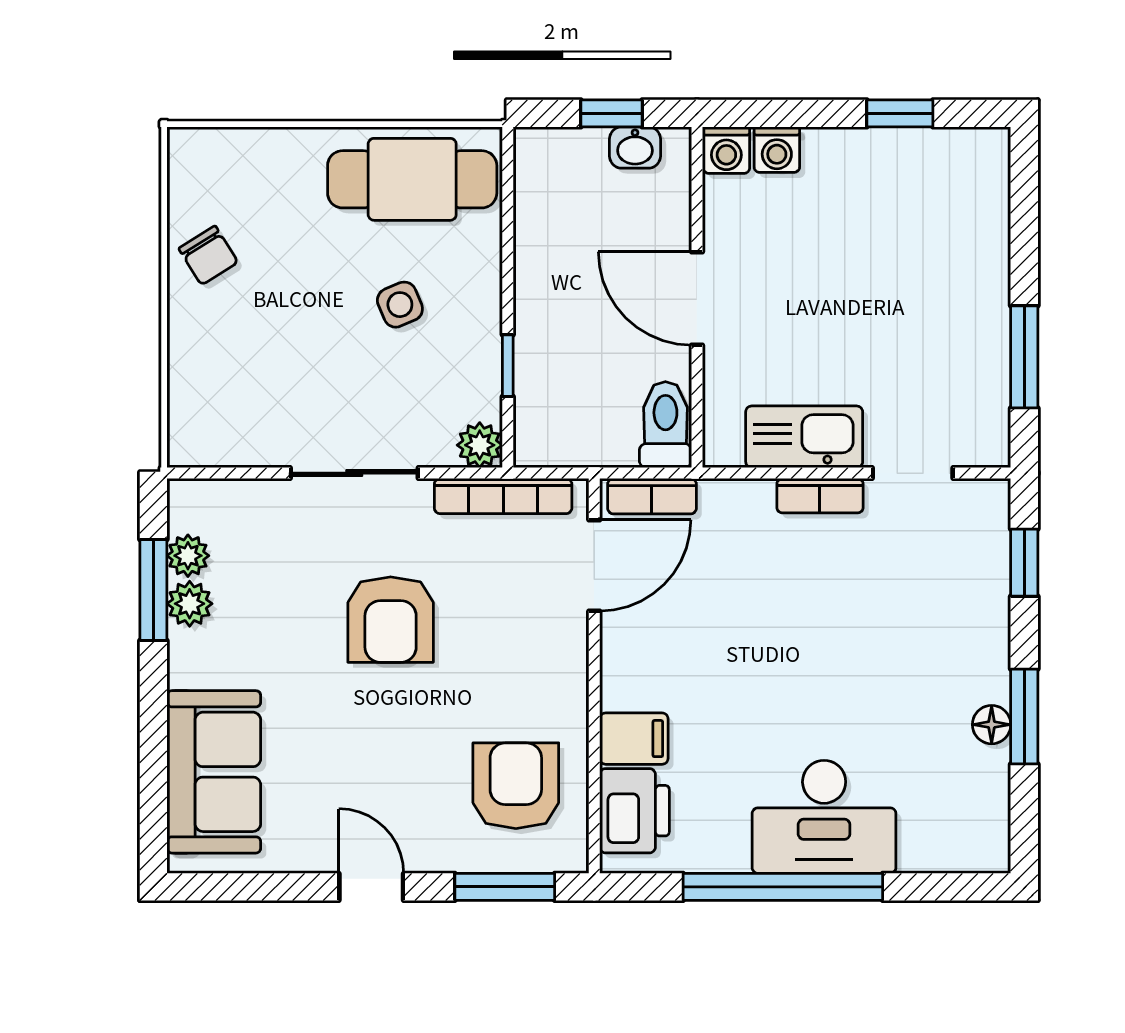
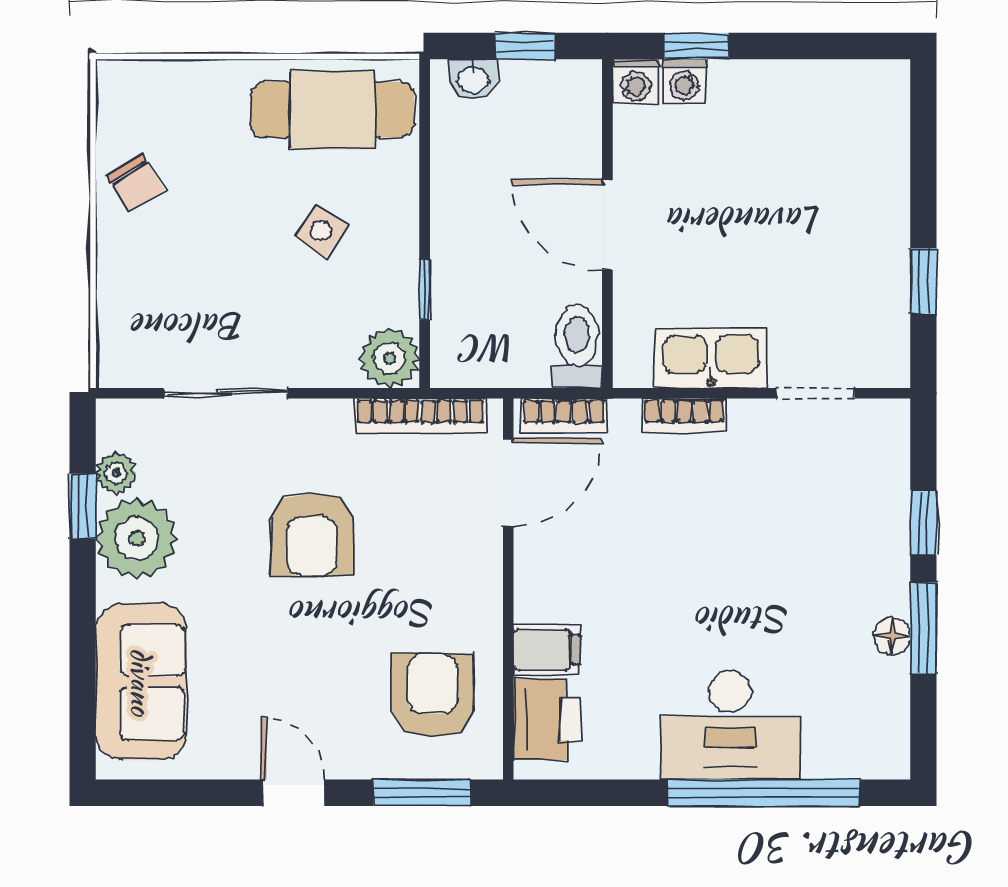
window: (900, 113) -> (696, 46), moved
washbasin: (635, 148) -> (473, 79), moved
side table: (400, 305) -> (321, 231), turned -33
window: (1024, 357) -> (923, 281), width x0.67
plant: (480, 445) -> (390, 358), width x1.38, depth x1.38
sliding door: (354, 473) -> (226, 393), moved
bookcase: (820, 496) -> (684, 415), moved
window: (1024, 563) -> (923, 523), moved
window: (153, 590) -> (83, 506), width x0.67
plant: (190, 604) -> (137, 539), width x1.87, depth x1.87
window: (783, 887) -> (764, 793), moved

